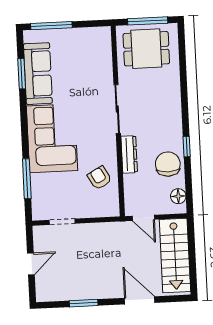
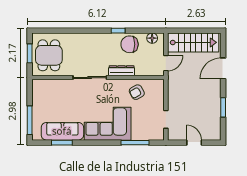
window: (148, 21) -> (30, 53), width x0.69

